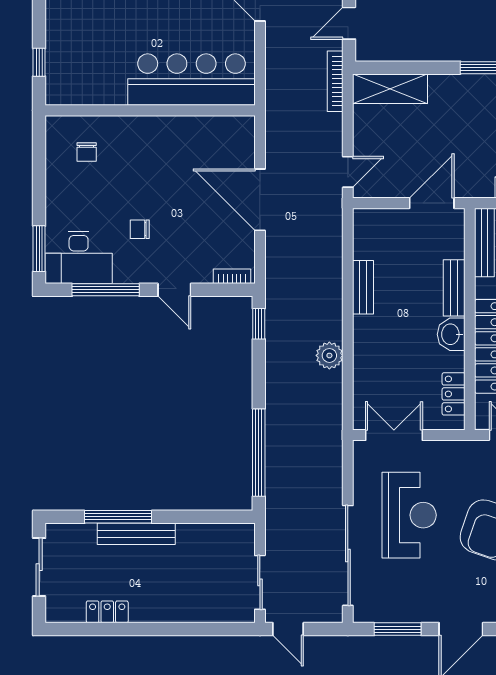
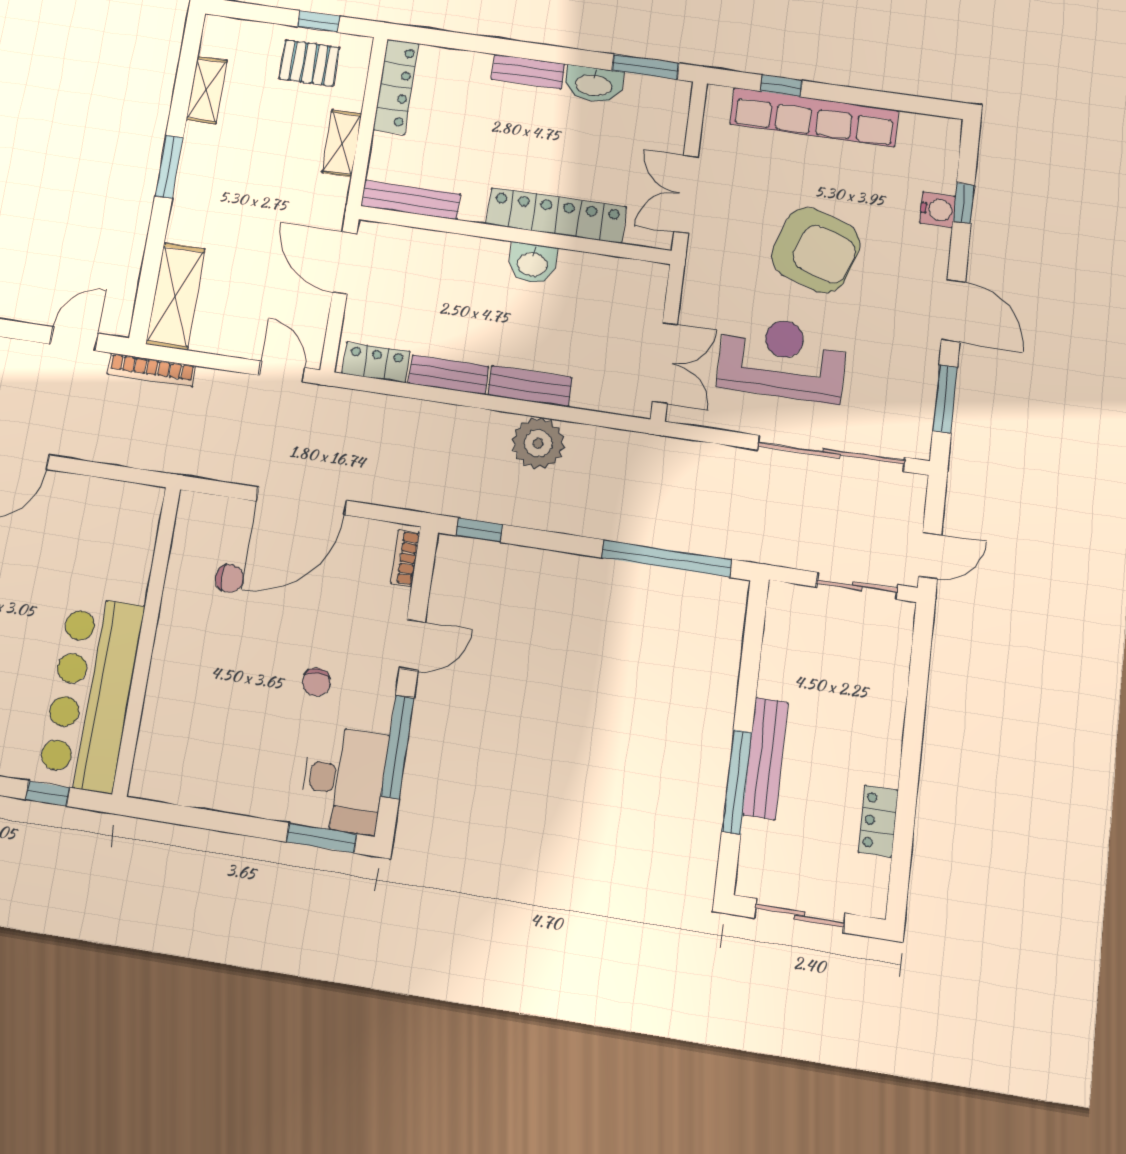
door: (349, 23) -> (74, 339), swing flipped
bar counter: (192, 80) -> (91, 693), moved
chair: (87, 152) -> (230, 578), moved
bench: (454, 288) -> (530, 386), moved
plant: (329, 355) -> (538, 443), width x1.36, depth x1.36
locker: (454, 394) -> (376, 362), moved, turned 180
double door: (394, 435) -> (665, 363), swing flipped

